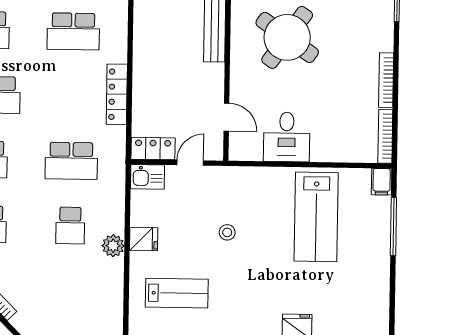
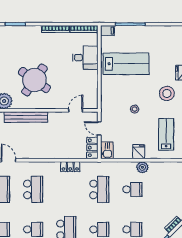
locker: (117, 94) -> (70, 167), width x0.66
desk: (287, 137) -> (85, 58), moved
stool: (257, 296) -> (167, 93), added

